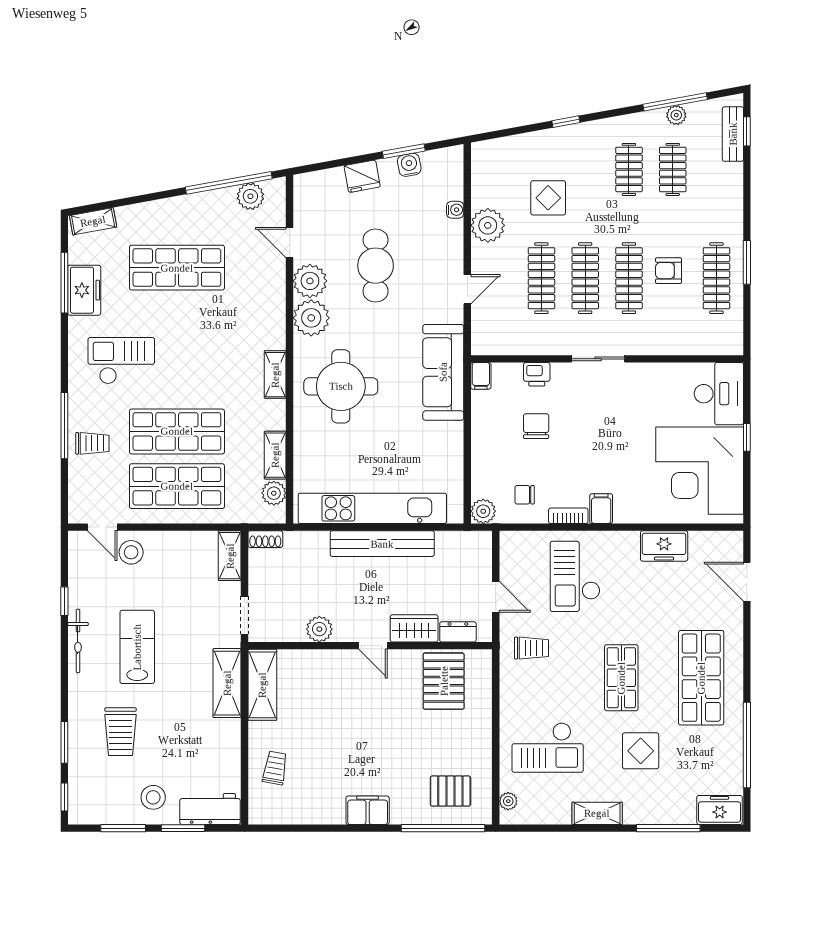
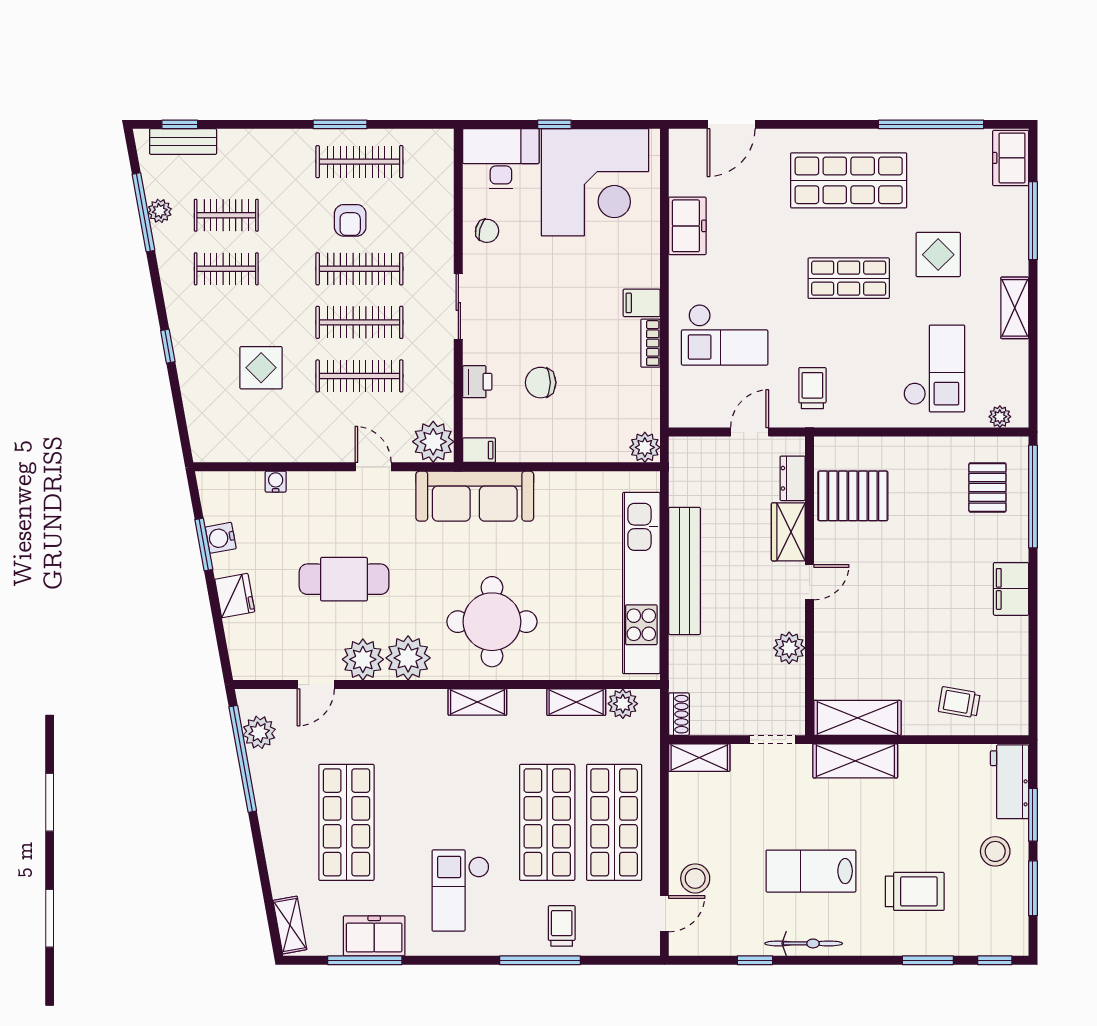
plant: (488, 225) -> (433, 442), moved
chair: (525, 495) -> (487, 231), moved, turned -75

